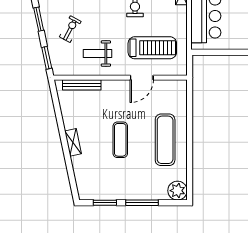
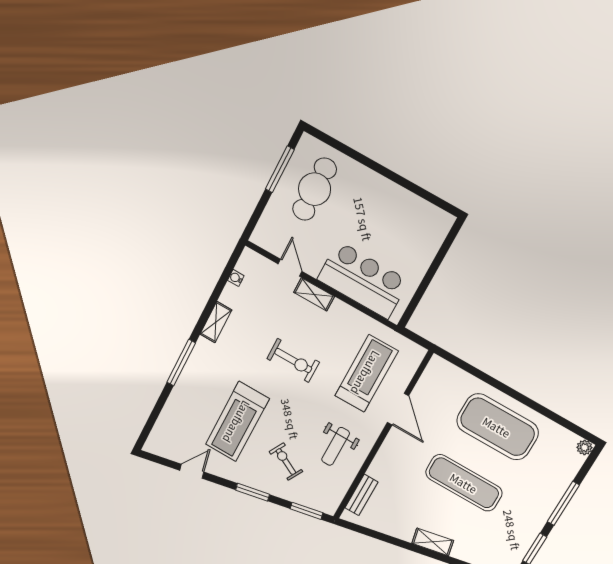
bench: (82, 85) -> (361, 495), width x0.73
exercise mat: (120, 140) -> (464, 483), width x1.36, depth x1.45
exercise mat: (165, 140) -> (497, 427), width x1.47
plant: (177, 191) -> (585, 447), width x0.53, depth x0.53

